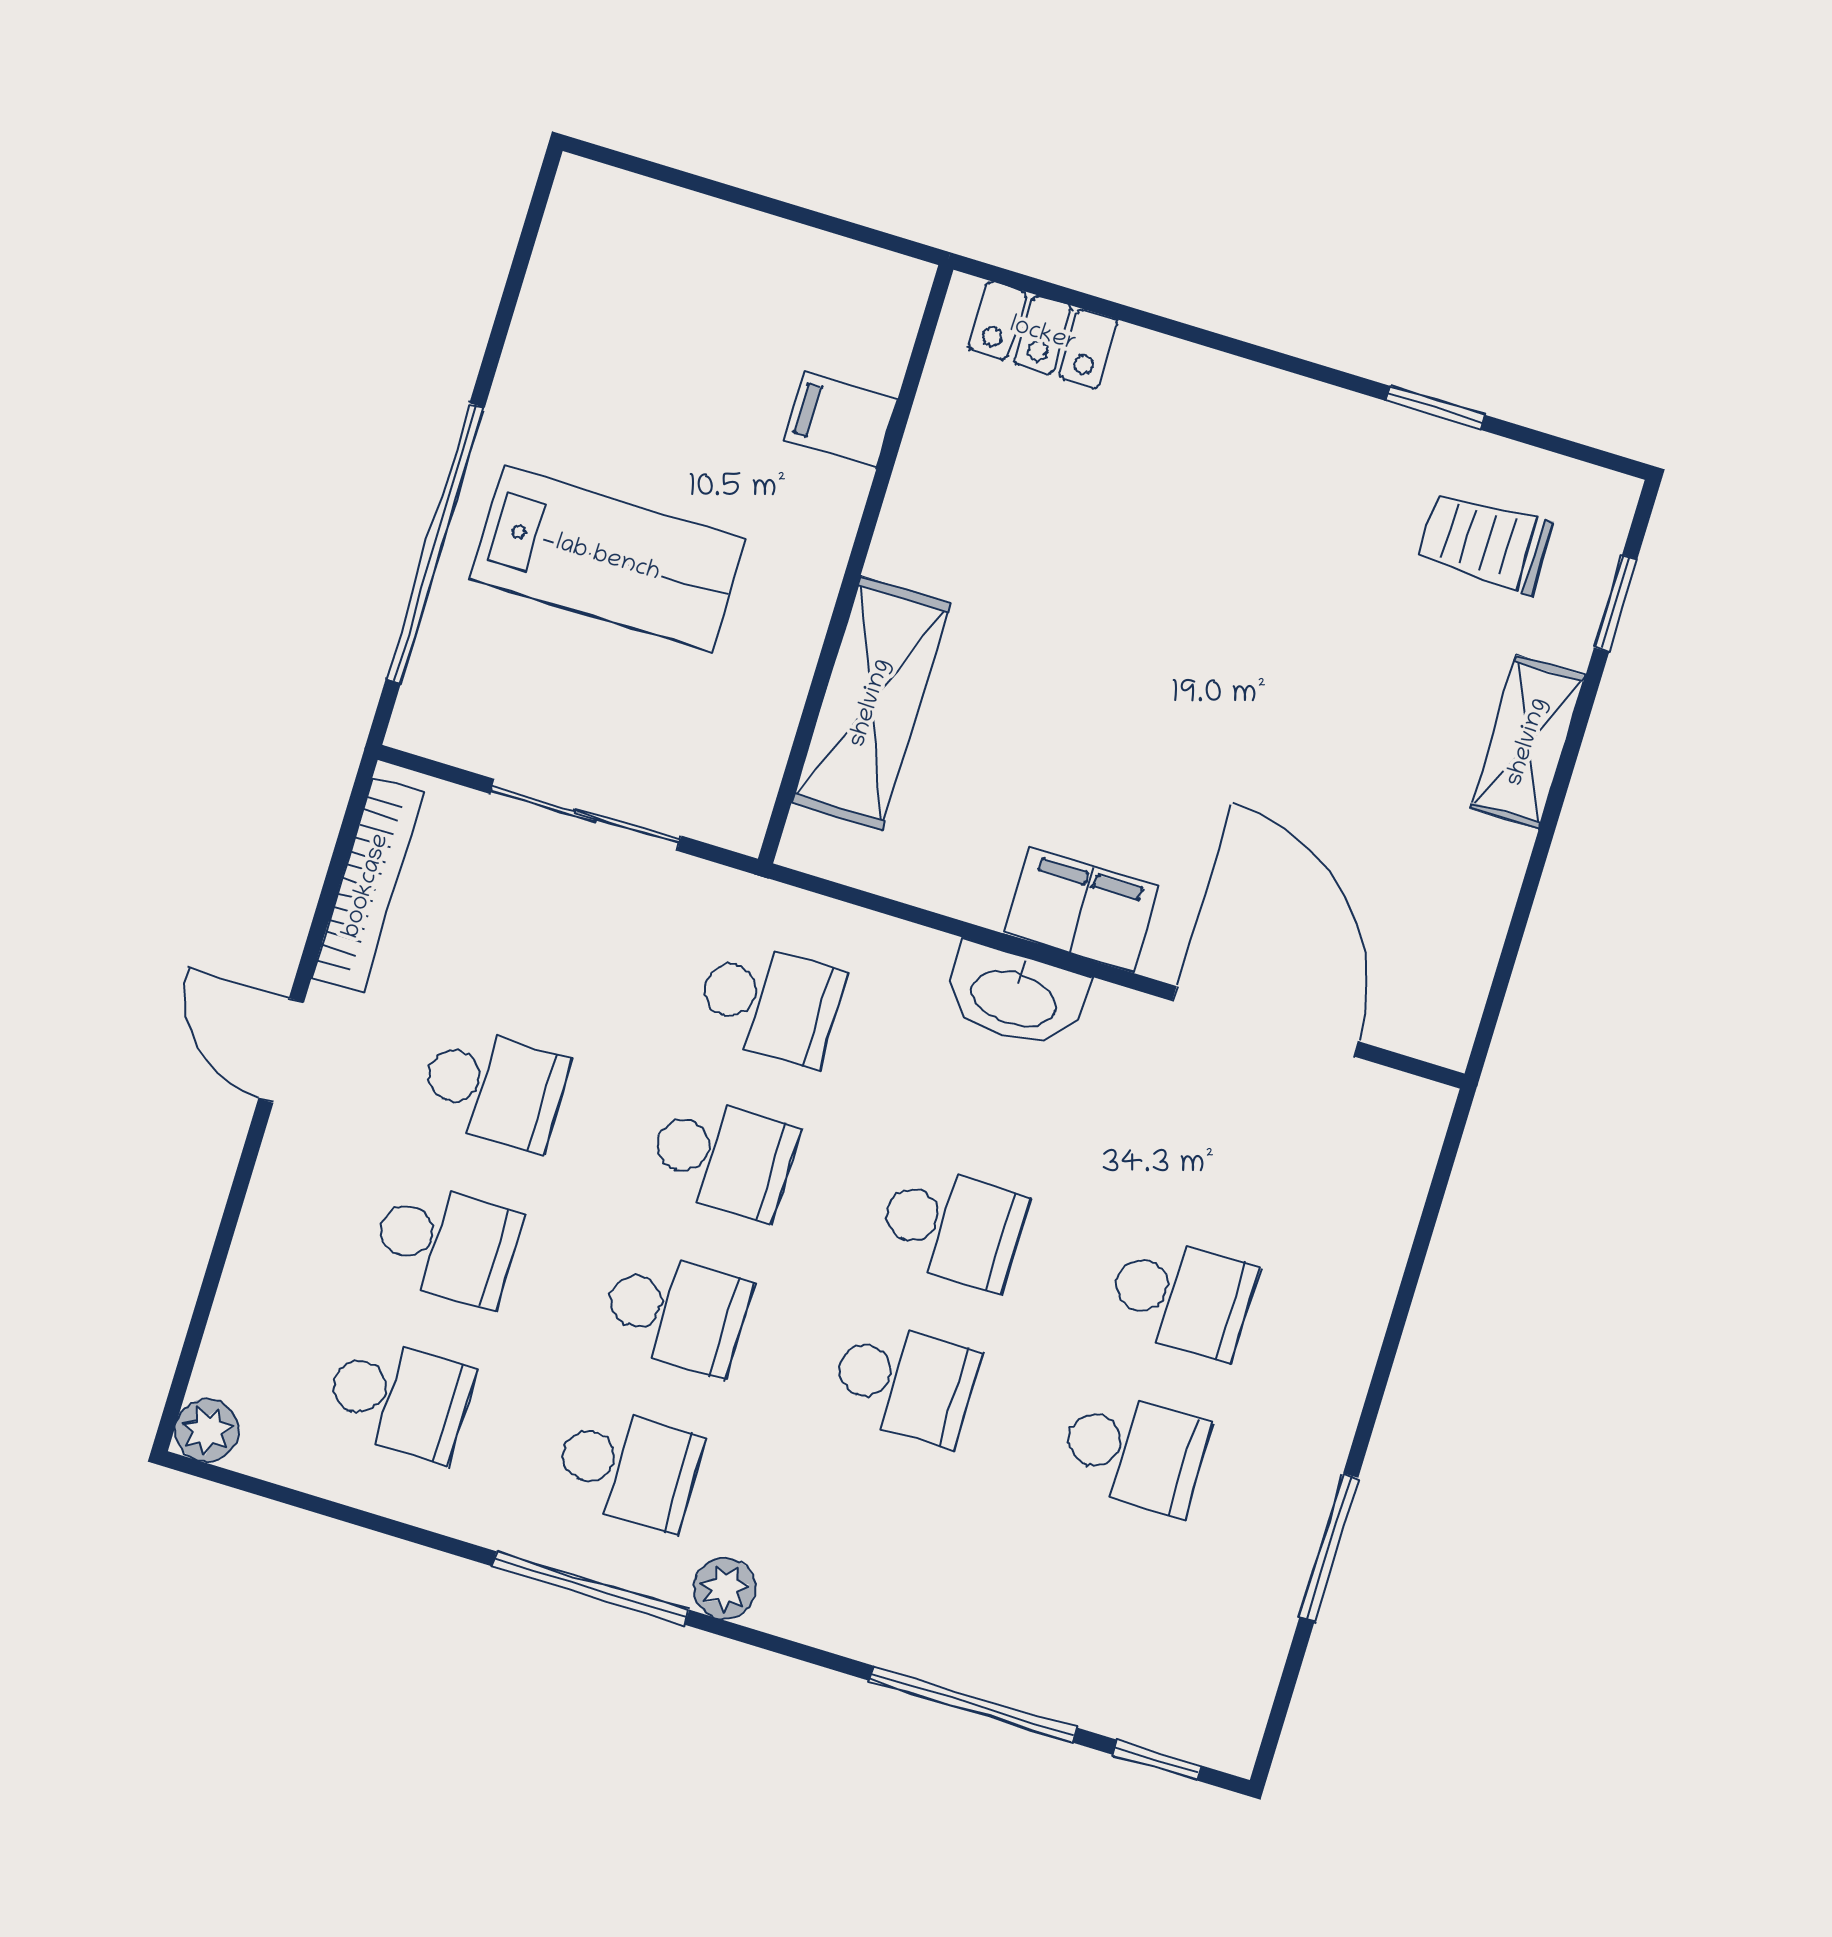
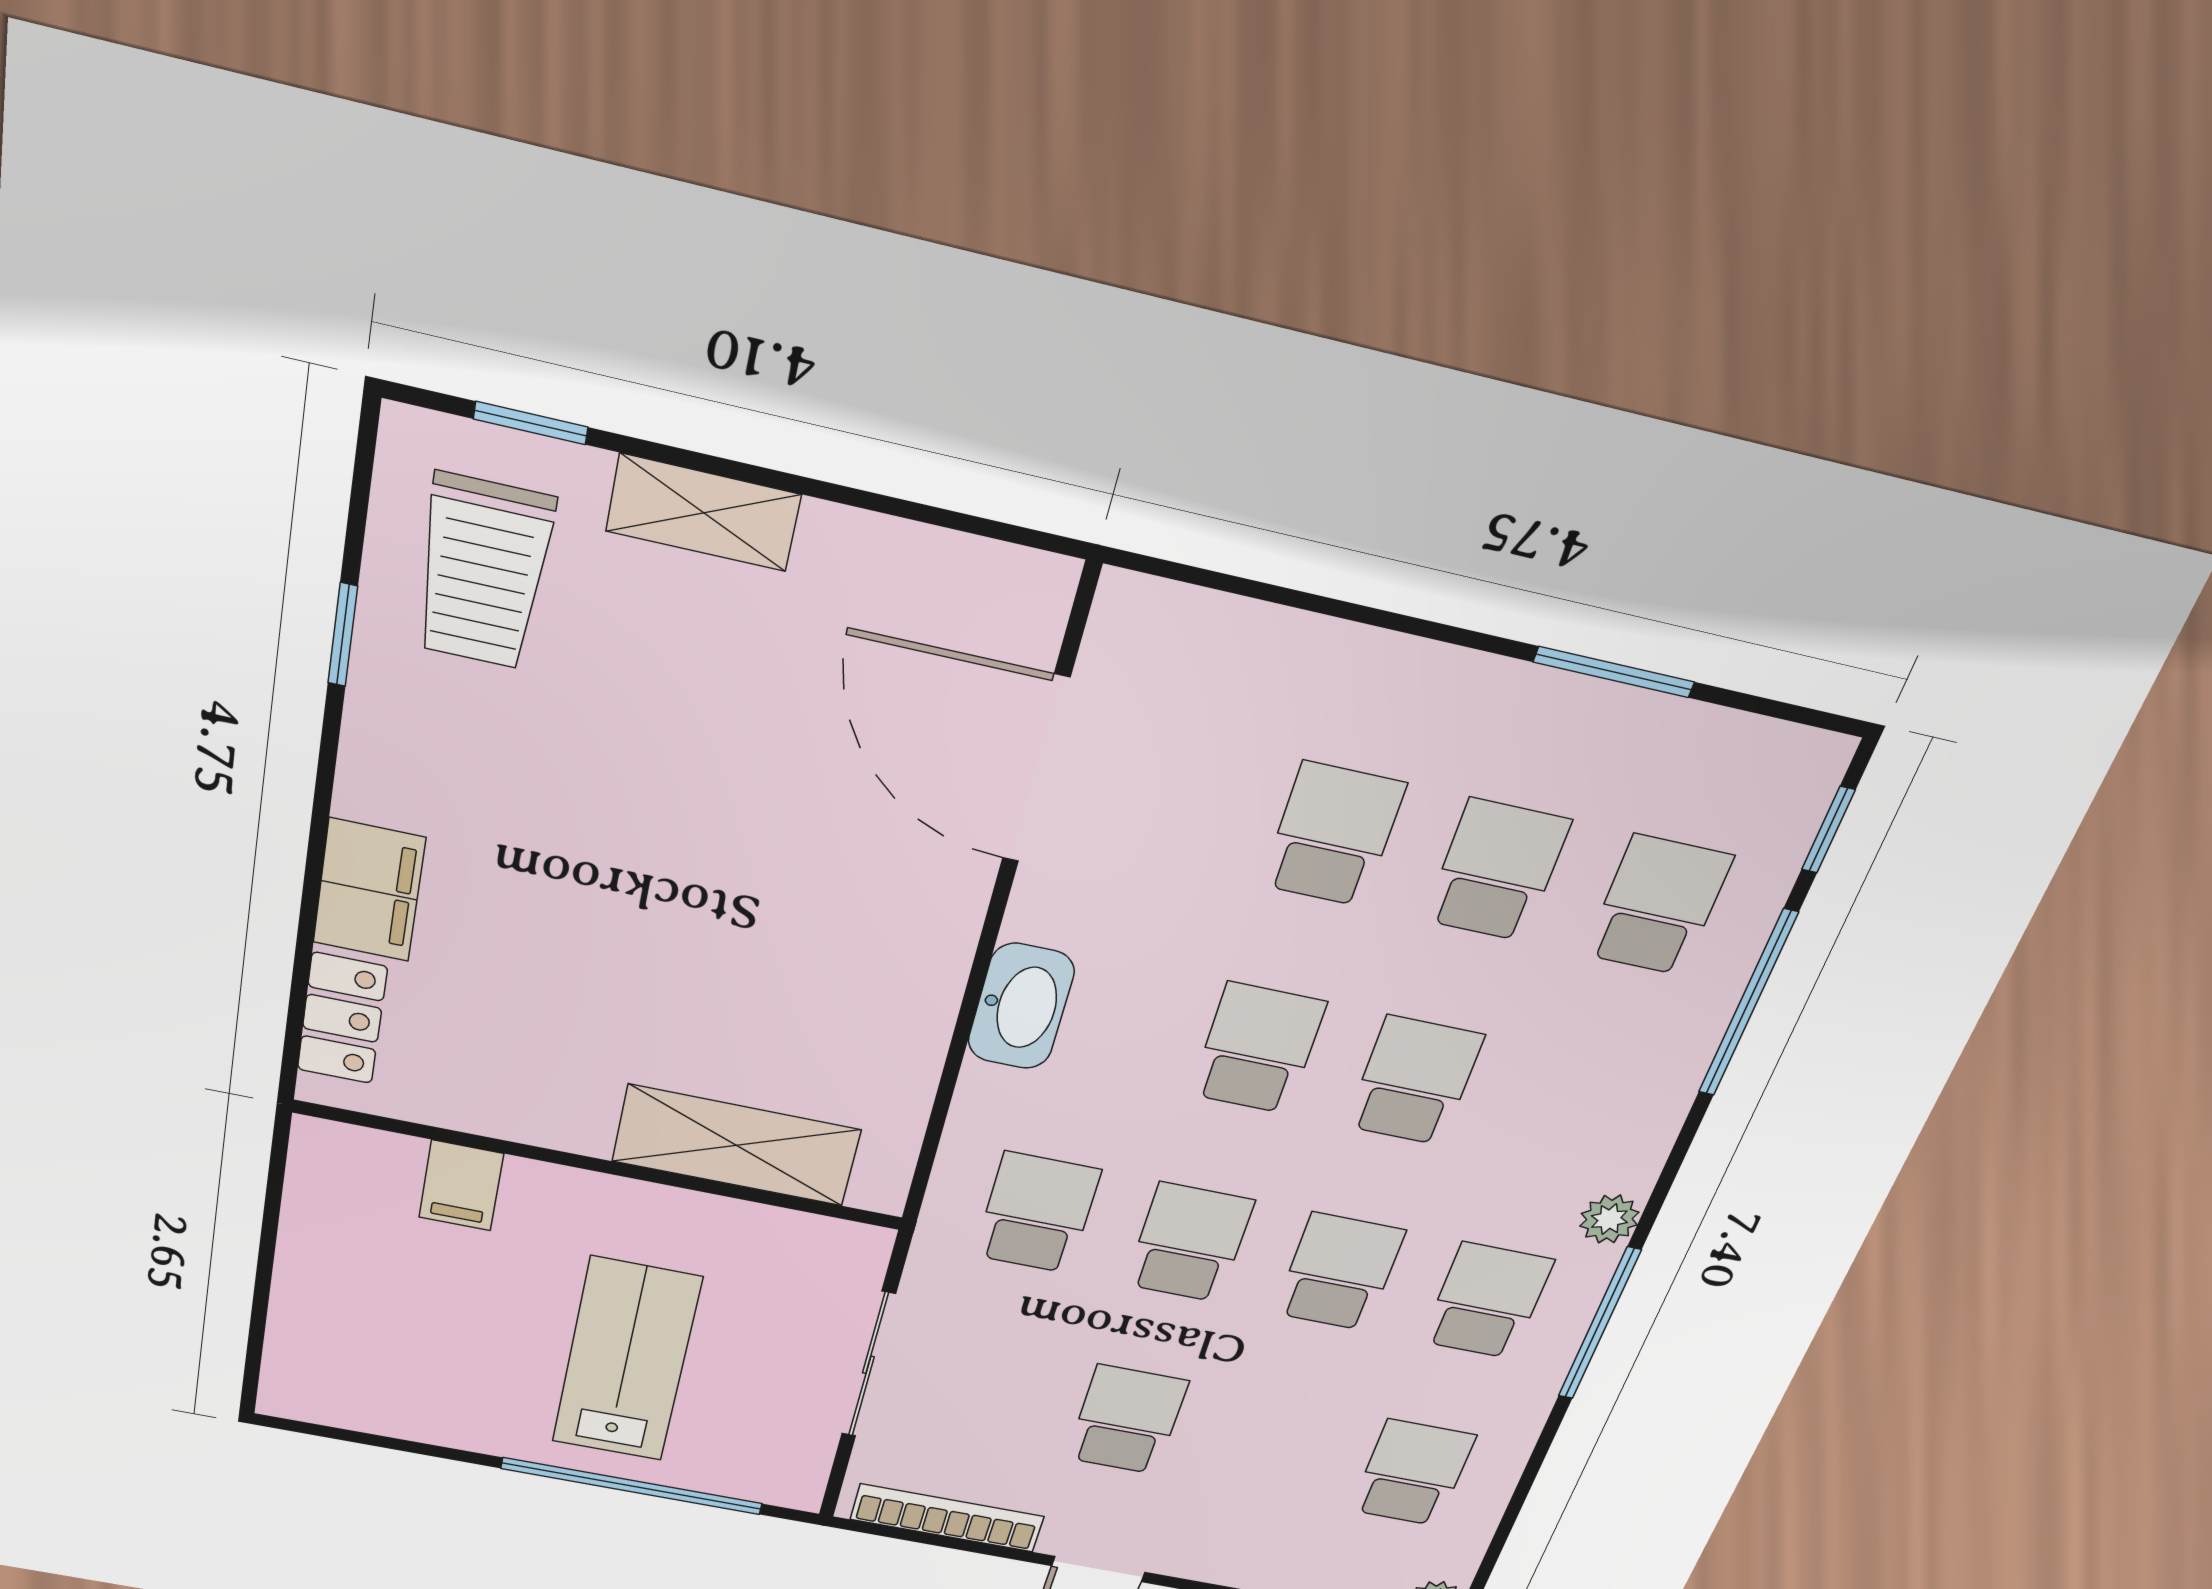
trolley: (1486, 542) -> (483, 572), width x1.36, depth x1.39
filing cabinet: (1082, 910) -> (369, 890), moved, turned 180
door: (1265, 1021) -> (1036, 769), hinge flipped
school desk: (446, 1243) -> (1658, 905), moved

